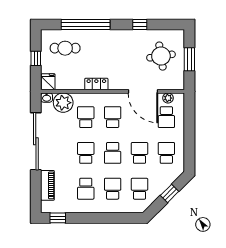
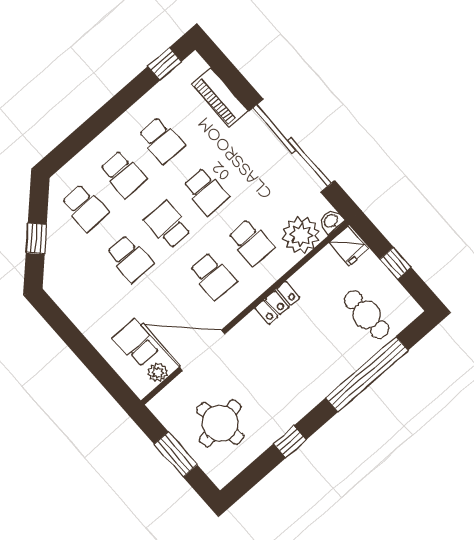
cafe table: (65, 48) -> (367, 315), turned 90
school desk: (166, 153) -> (91, 292), removed
school desk: (86, 189) -> (161, 140), turned 180

